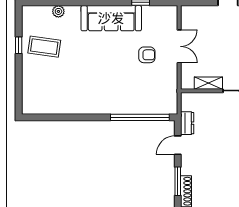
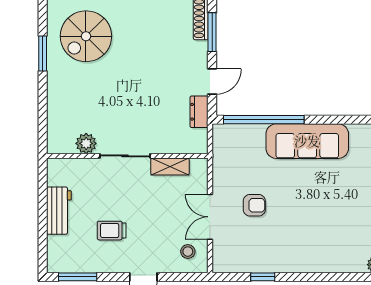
sofa: (111, 18) -> (307, 141), moved, turned 180
stool: (195, 21) -> (188, 252), added
armchair: (147, 55) -> (254, 205), turned 180

